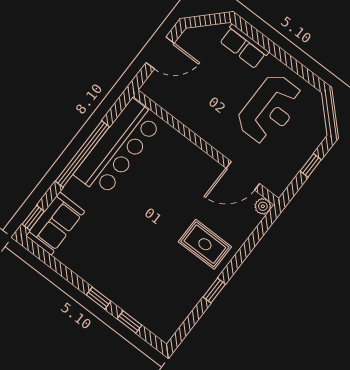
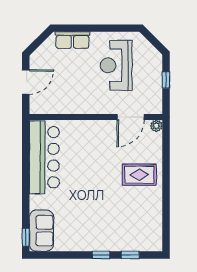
reception desk: (270, 109) -> (116, 65), turned 180
window: (82, 154) -> (26, 177), removed
window: (214, 291) -> (166, 198), removed

